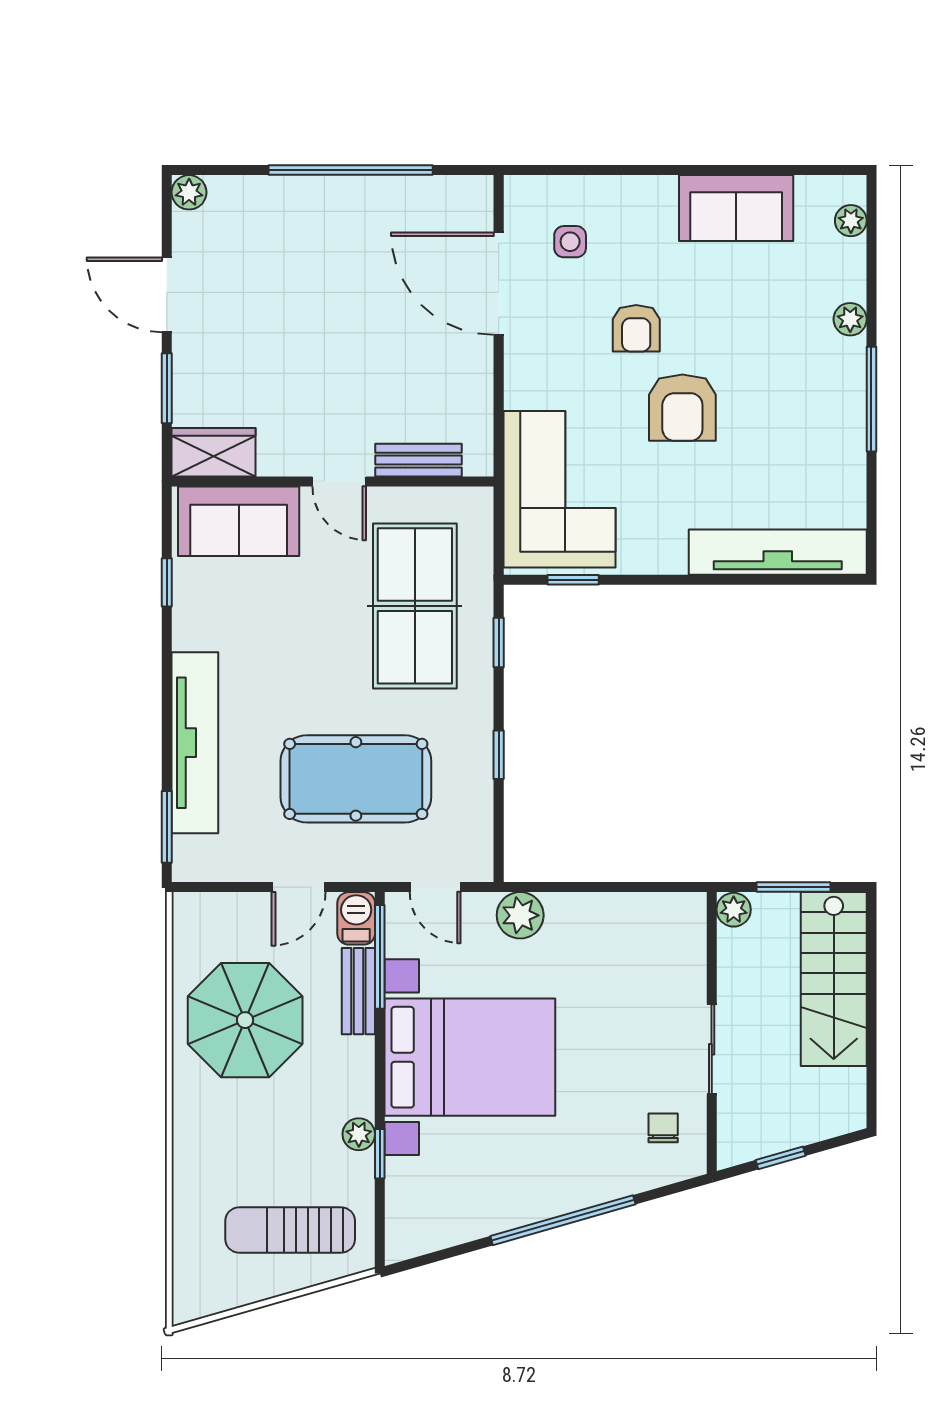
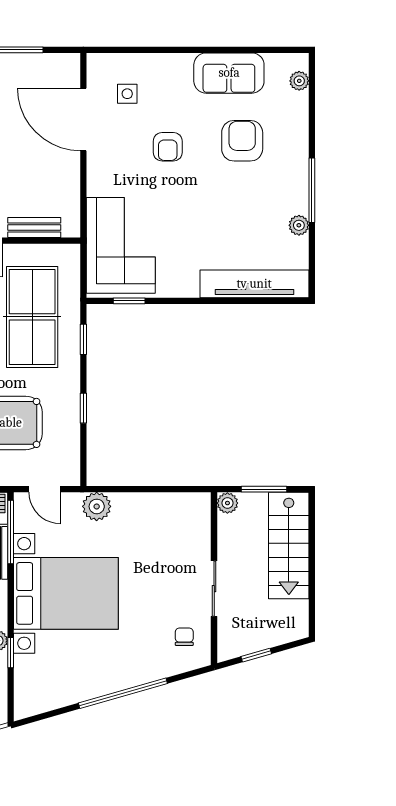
plant: (850, 319) -> (299, 225), moved
armchair: (682, 408) -> (242, 141), moved, turned 180

